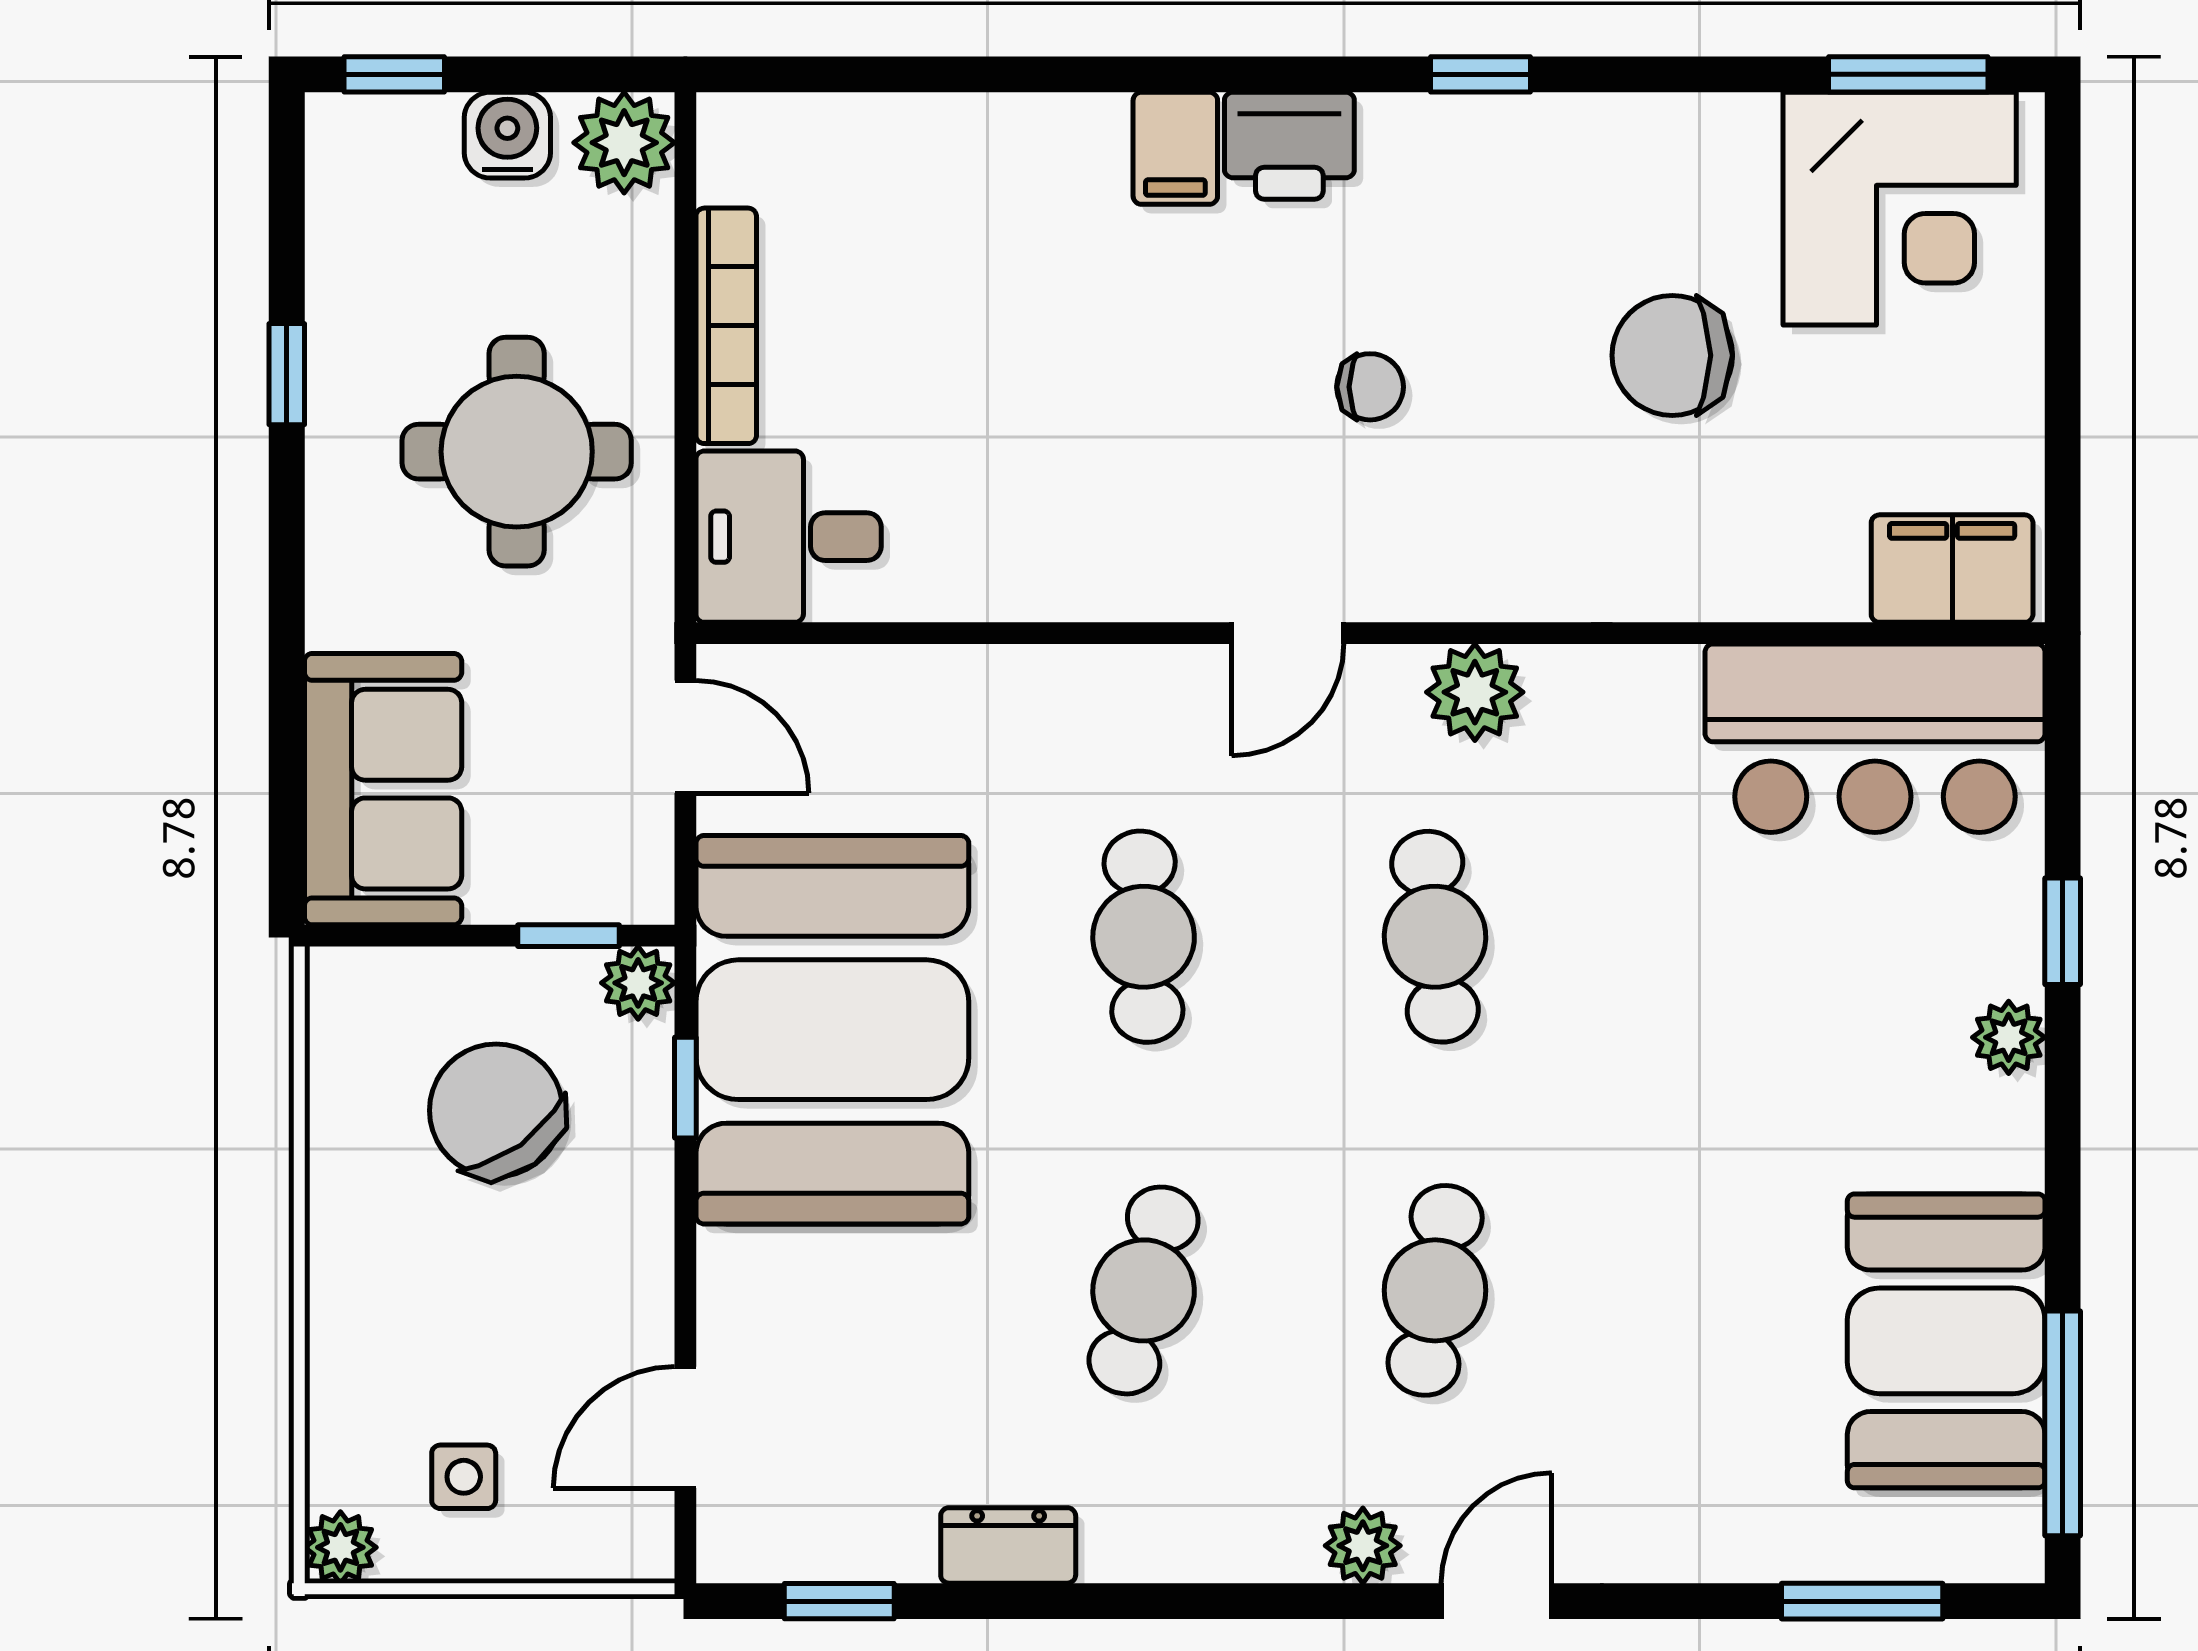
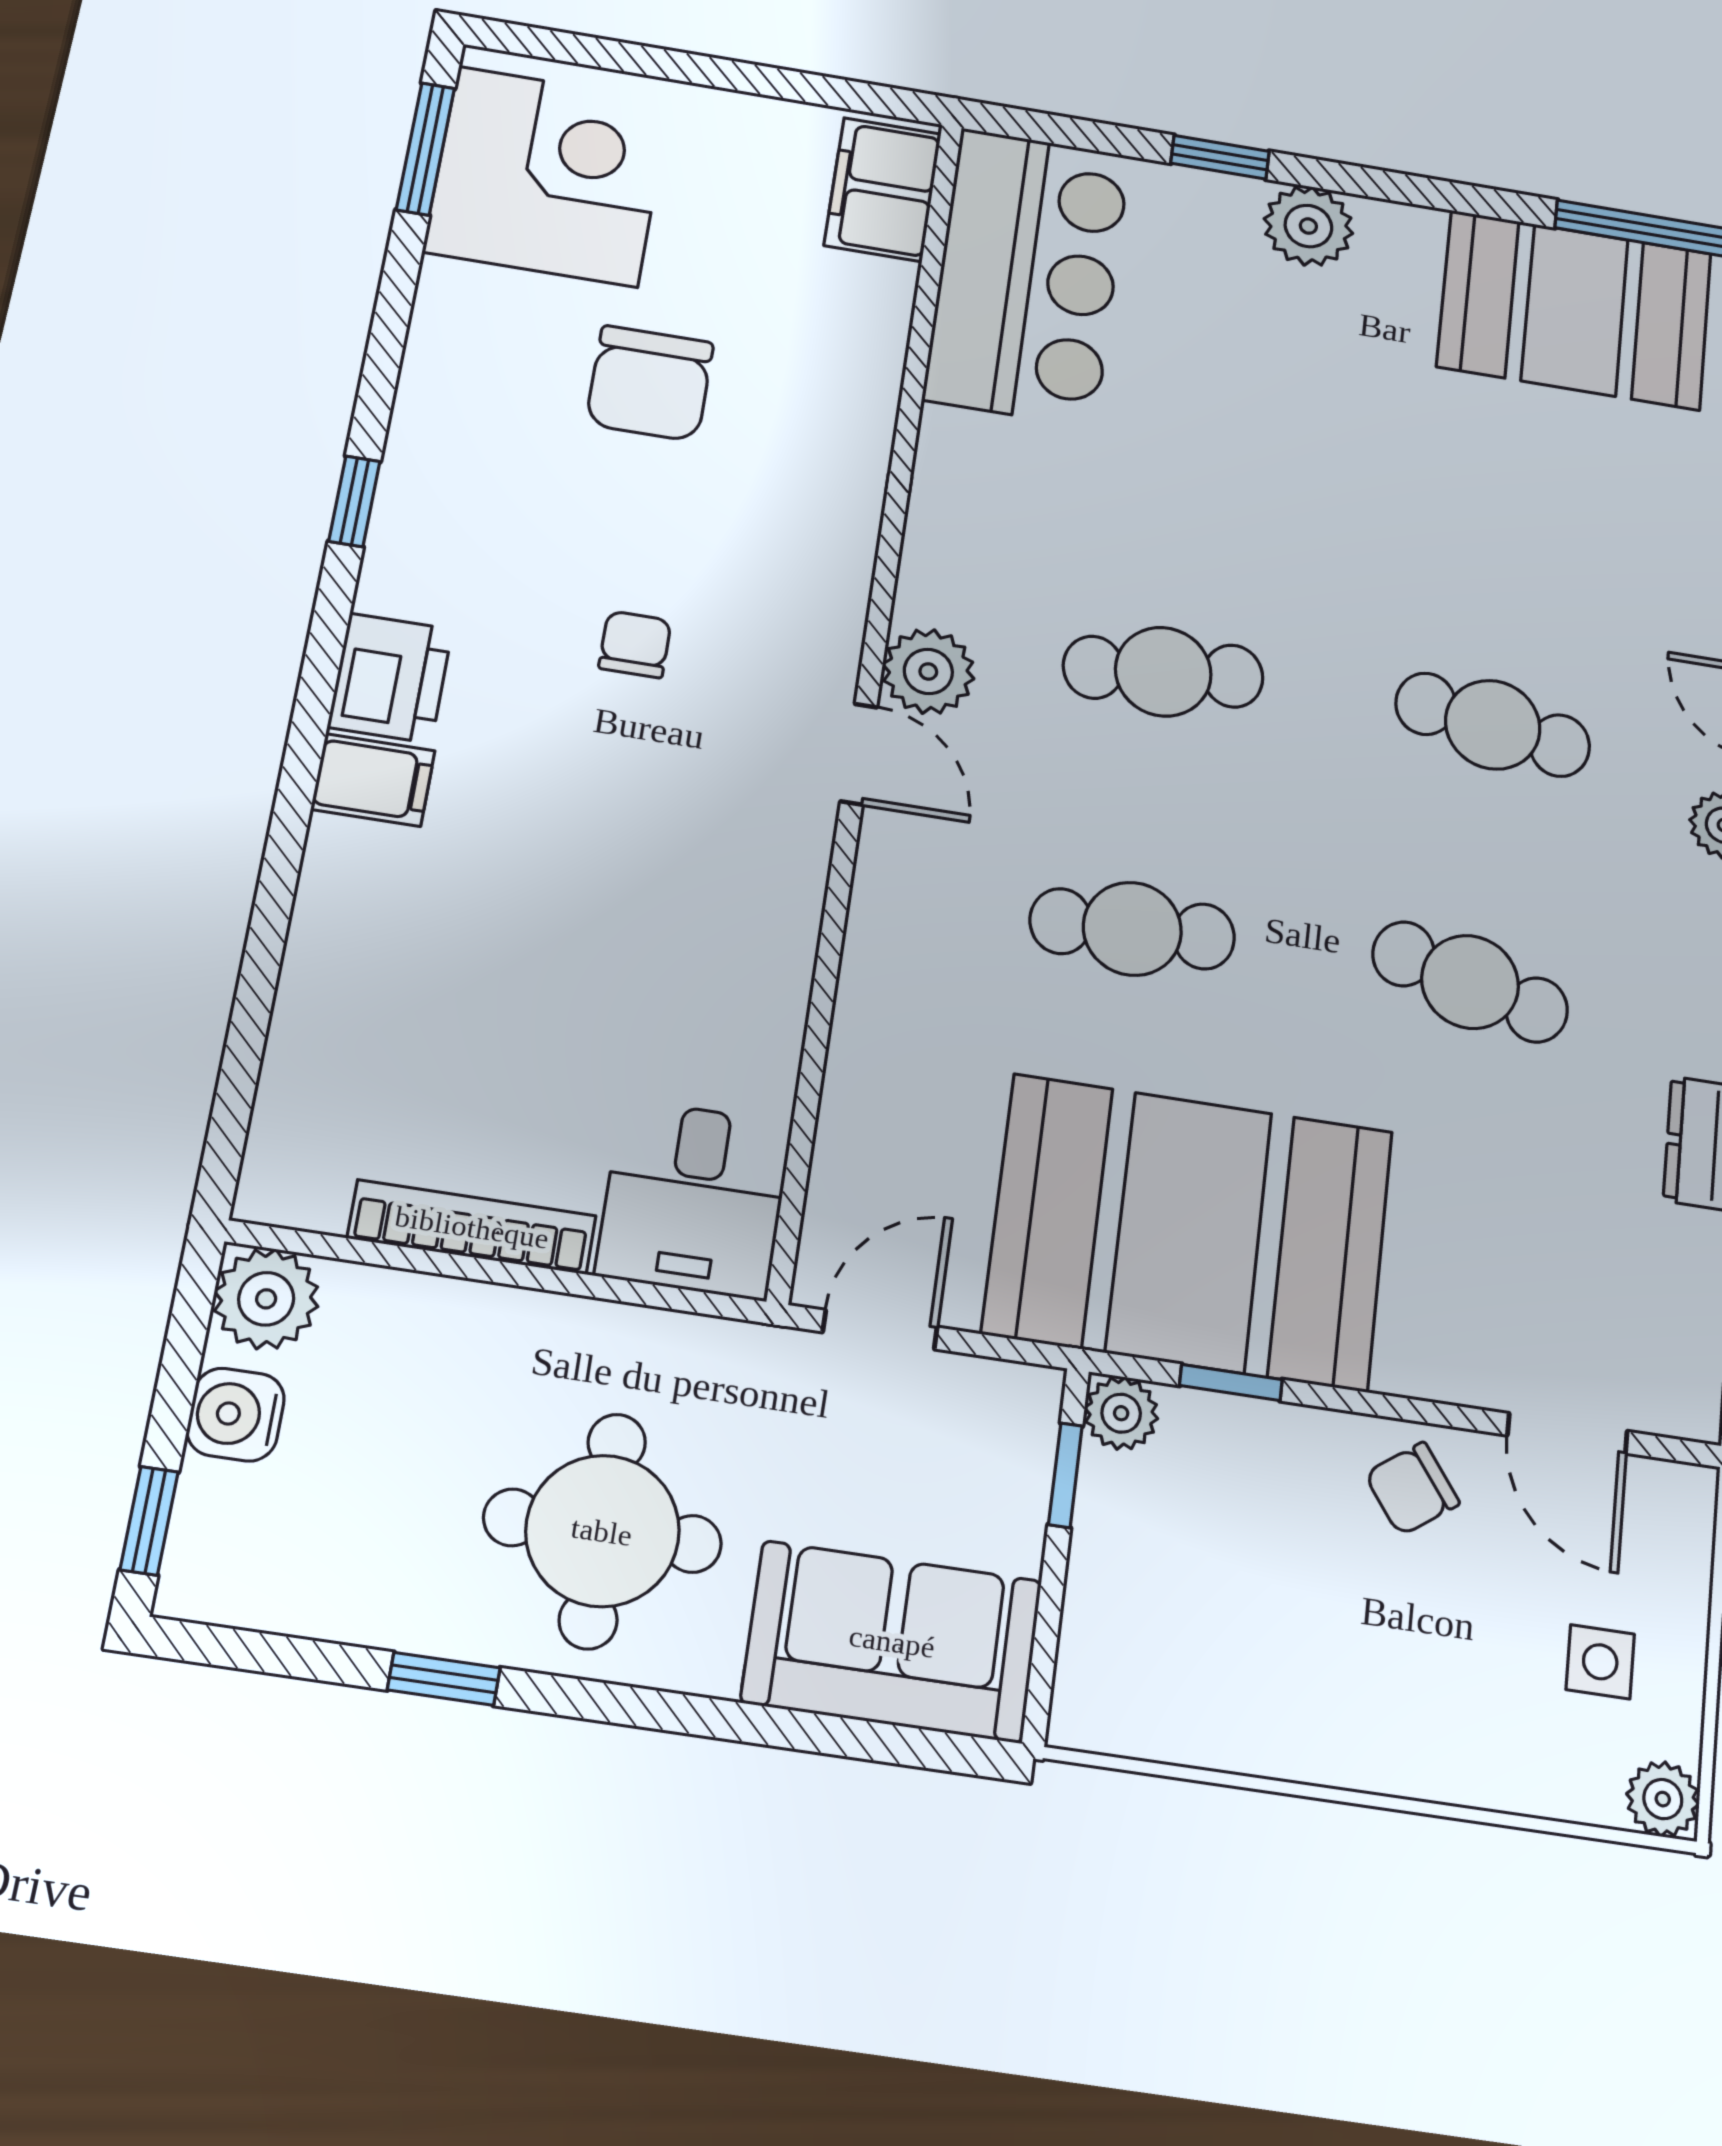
round table: (517, 452) -> (602, 1531), moved
plant: (1475, 692) -> (928, 671), moved
plant: (2009, 1037) -> (1308, 226), width x1.38, depth x1.38
chair: (496, 1110) -> (1412, 1489), moved, width x0.54, depth x0.54

